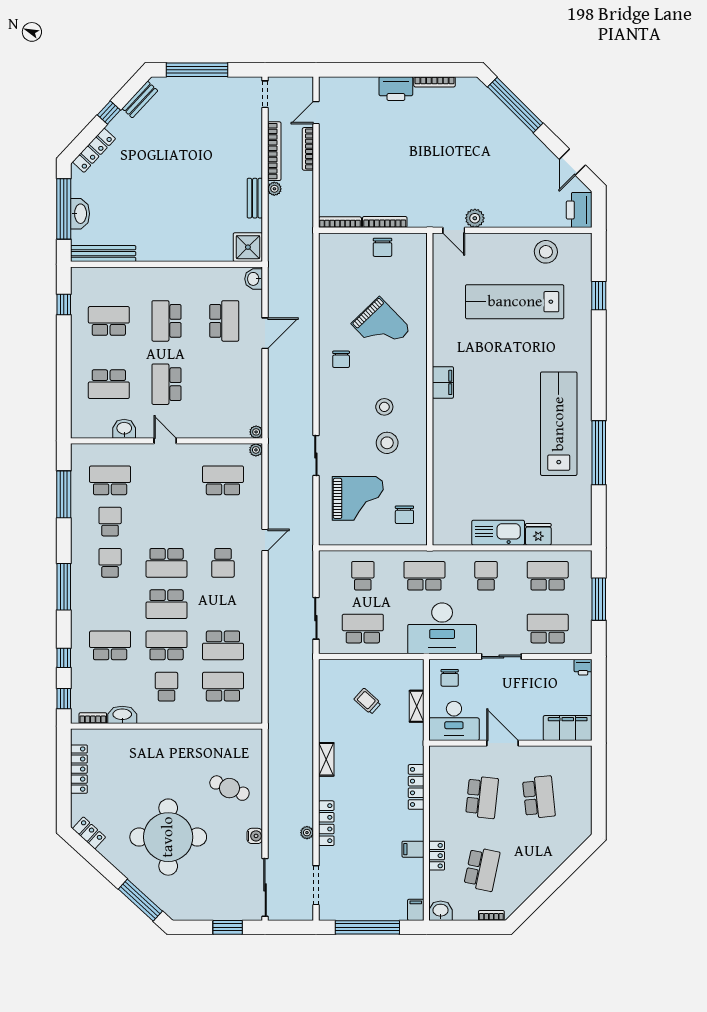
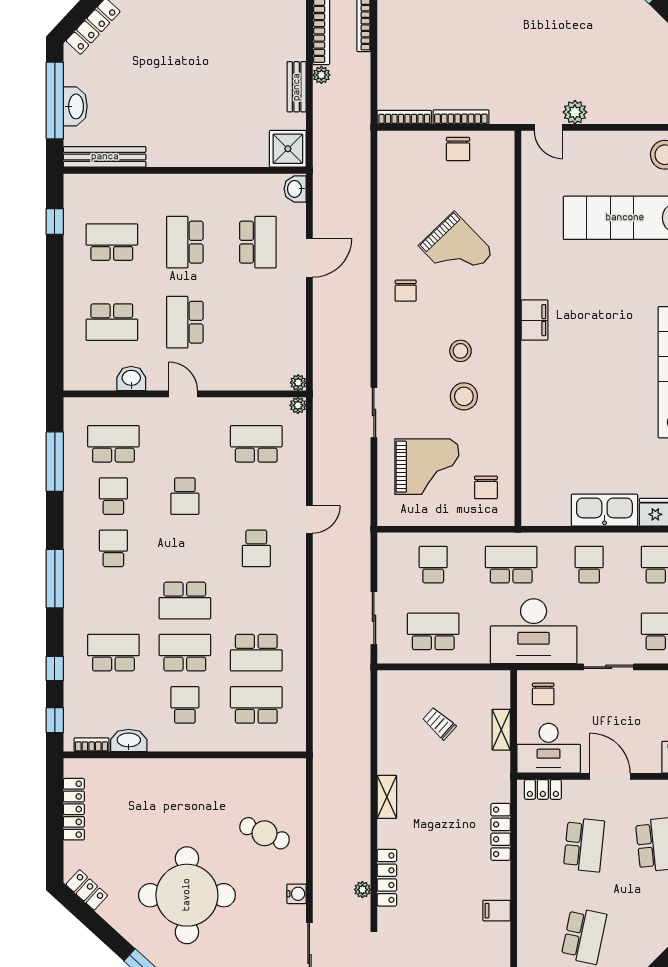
school desk: (167, 563) -> (185, 496), moved, width x0.54
locker: (437, 856) -> (543, 789), moved, turned 90

